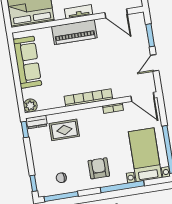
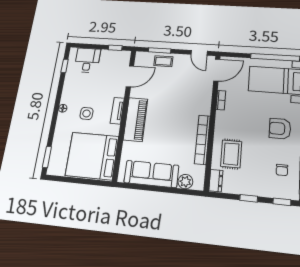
coffee table: (140, 42) -> (163, 61), added
door: (155, 63) -> (199, 53), moved
bookcase: (88, 98) -> (202, 140), moved
plant: (30, 106) -> (185, 182), moved
window: (25, 130) -> (249, 198), moved

